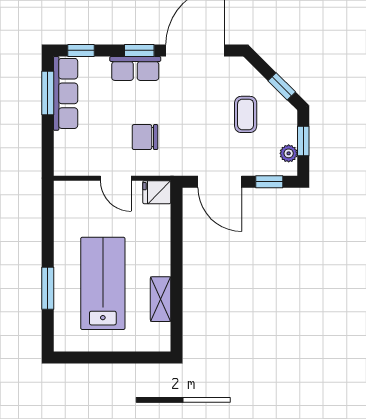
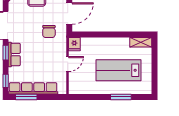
row of seats: (66, 93) -> (33, 88), width x1.36
chair: (145, 137) -> (49, 31), moved
shelving: (161, 299) -> (141, 42), moved

